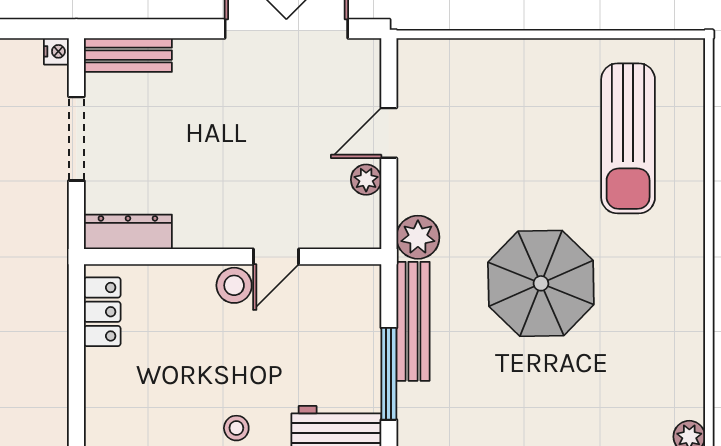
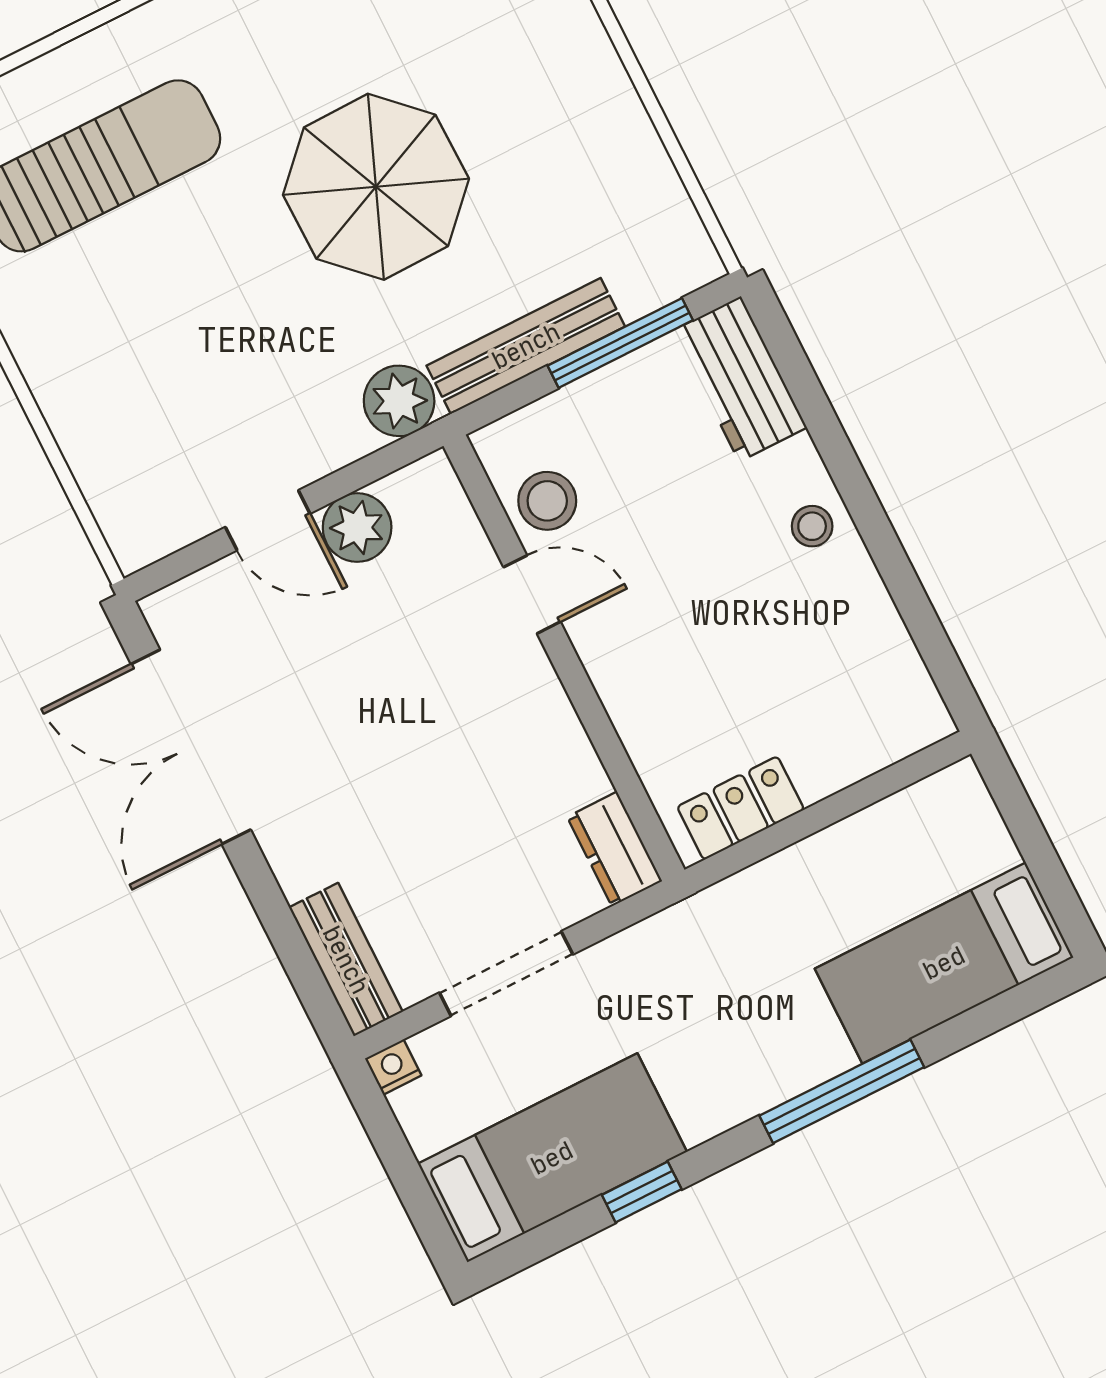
plant: (366, 180) -> (357, 528), width x1.38, depth x1.38
dresser: (128, 232) -> (615, 849), width x0.70
stool: (234, 285) -> (547, 501), moved

